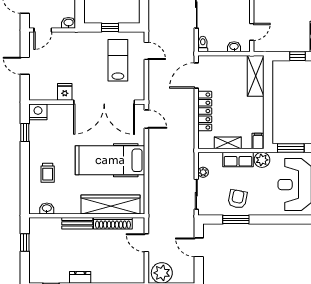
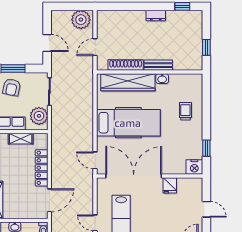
plant: (203, 172) -> (39, 116), width x1.88, depth x1.88
washbasin: (47, 208) -> (162, 79), moved
door: (146, 243) -> (95, 47), swing flipped

